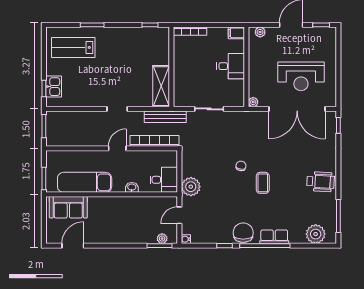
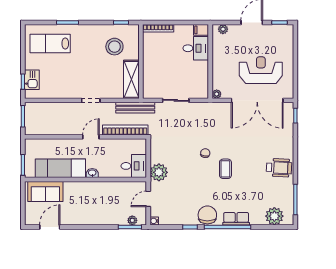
stool: (143, 51) -> (114, 47), added
desk: (231, 66) -> (196, 48), moved
reception desk: (301, 76) -> (261, 70), turned 180
washbasin: (132, 187) -> (92, 173), moved

